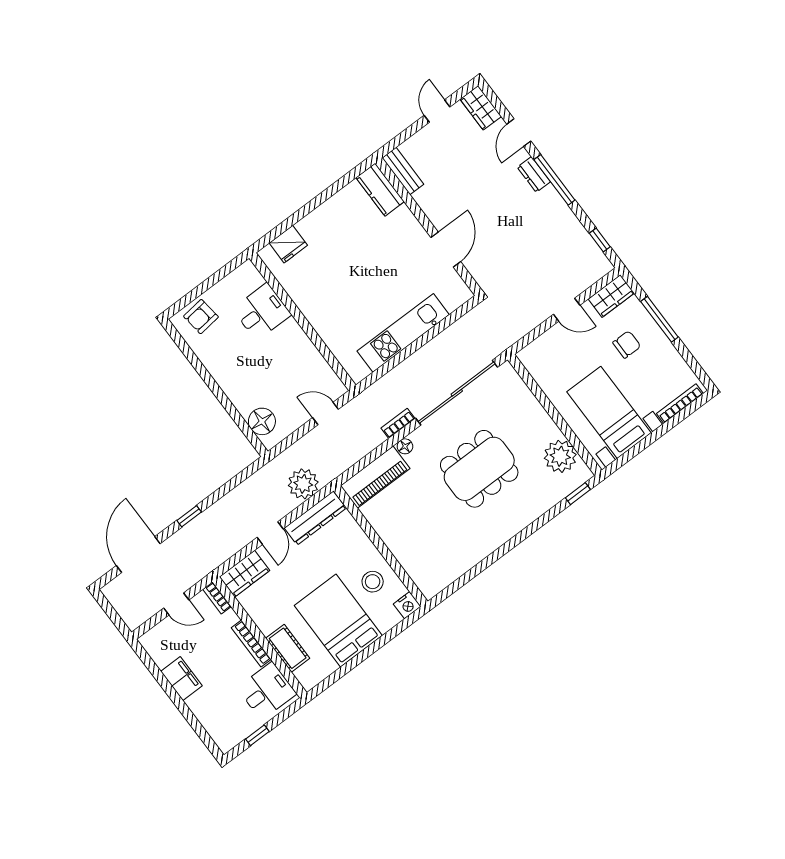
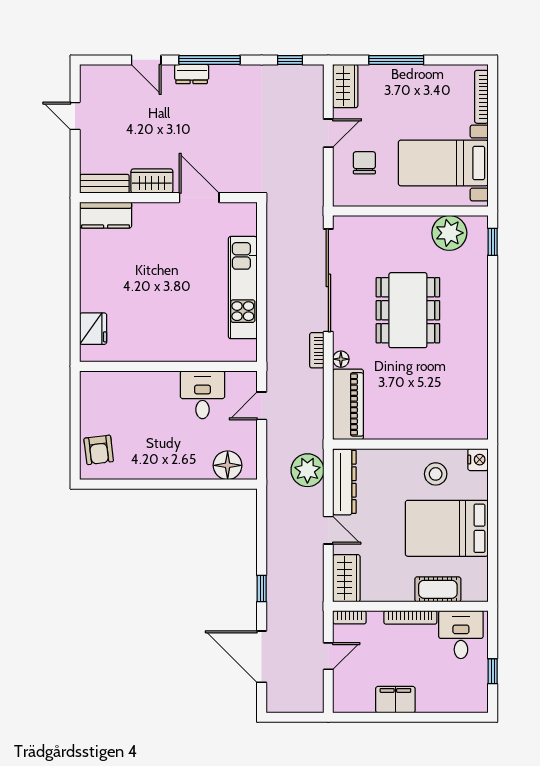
wardrobe: (481, 108) -> (152, 181), moved, turned 180
desk: (262, 312) -> (203, 395), moved
chair: (627, 345) -> (364, 163), moved

